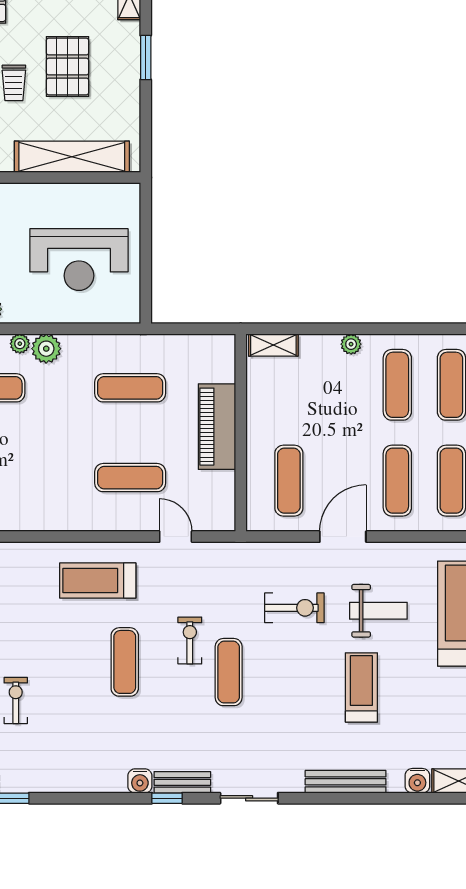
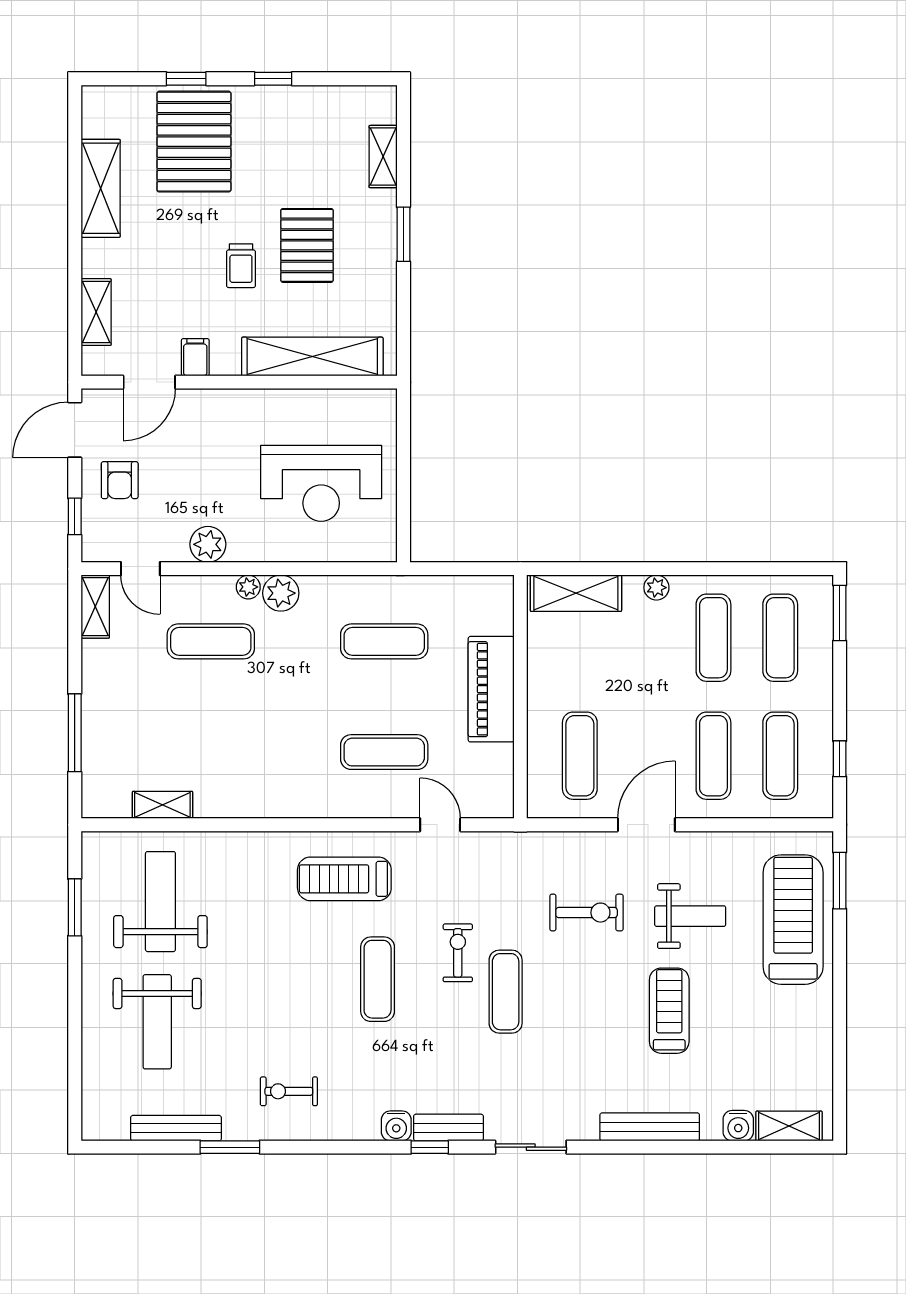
shelving: (273, 345) -> (576, 593), width x1.50, depth x1.33
exercise bike: (16, 701) -> (289, 1091), moved, turned -90

